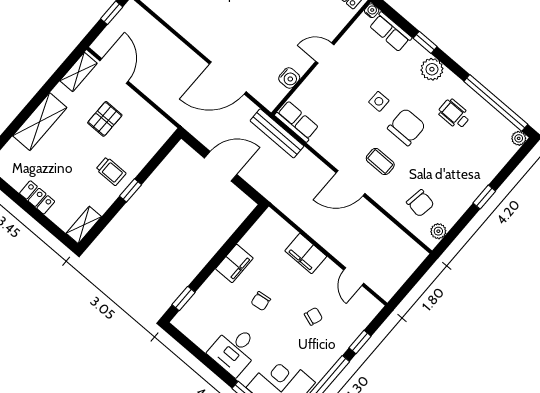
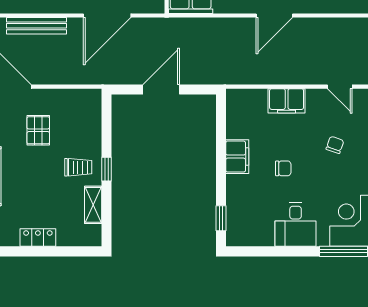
bench: (277, 133) -> (37, 26), moved
shelving: (84, 225) -> (93, 205), moved
chair: (261, 301) -> (283, 168), turned -83

